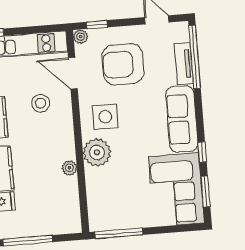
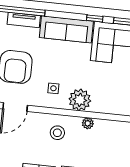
stool: (41, 103) -> (57, 133), moved
side table: (105, 117) -> (53, 88), width x0.54, depth x0.54

